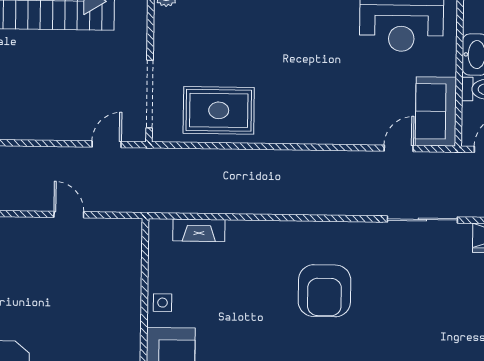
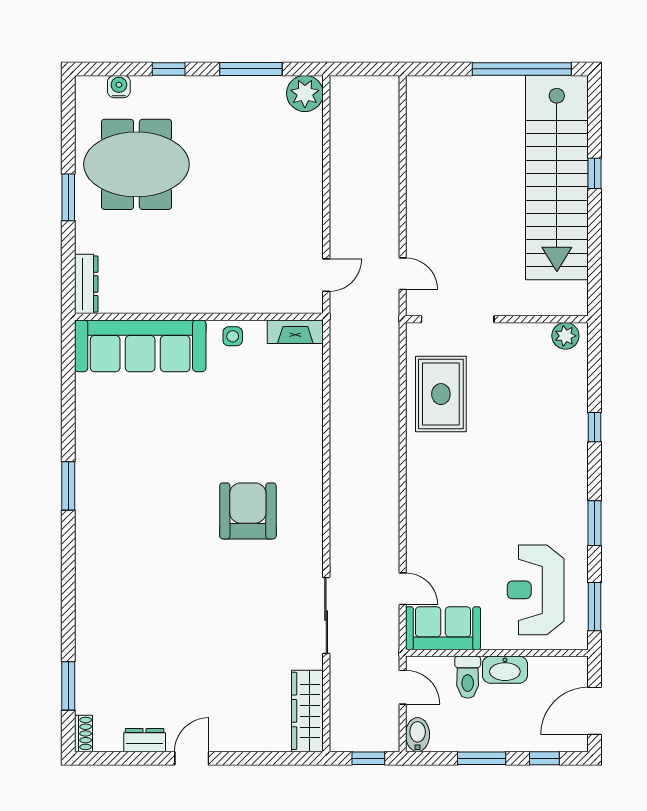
door: (69, 215) -> (326, 275), moved
fireplace: (199, 230) -> (295, 332), moved, turned -90
armchair: (324, 291) -> (248, 511), turned 90

